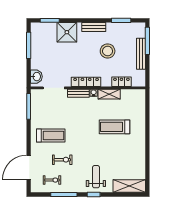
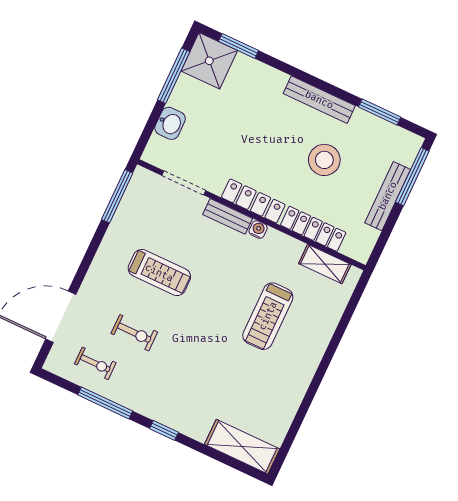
bench: (94, 27) -> (319, 100), width x1.36
shower: (67, 32) -> (209, 61), moved
washbasin: (36, 77) -> (170, 123), moved
locker: (121, 82) -> (313, 229), width x1.53
shelving: (109, 94) -> (325, 264), moved
treadmill: (115, 127) -> (268, 316), turned -90
treadmill: (51, 135) -> (159, 273), moved
weight bench: (96, 177) -> (185, 397), removed

